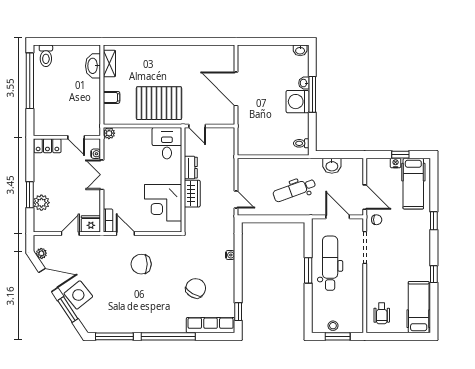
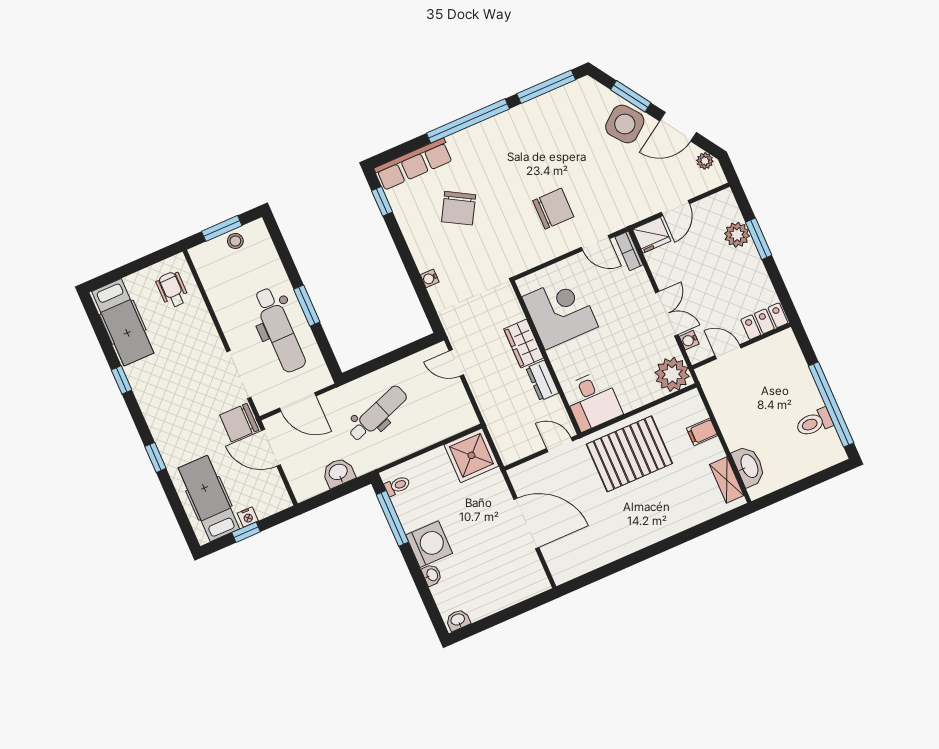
toilet: (46, 56) -> (814, 423), moved, turned -90
window: (312, 94) -> (392, 518), moved
plant: (109, 133) -> (672, 374), width x1.87, depth x1.87
shower: (251, 142) -> (471, 455), added
chair: (377, 220) -> (239, 423), width x1.87, depth x1.87

